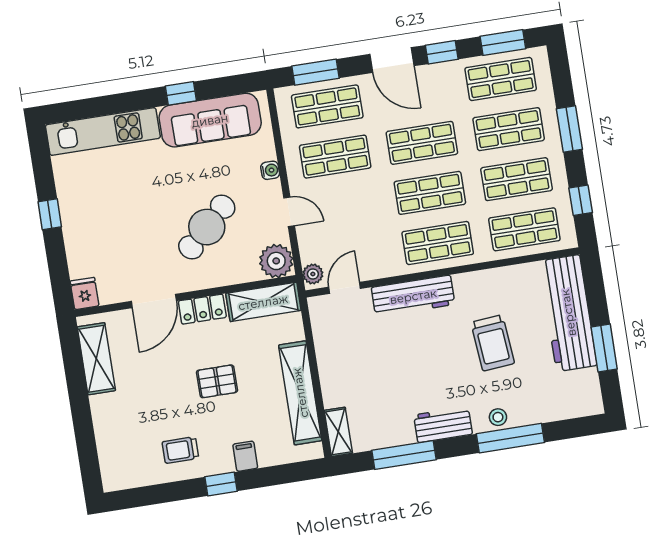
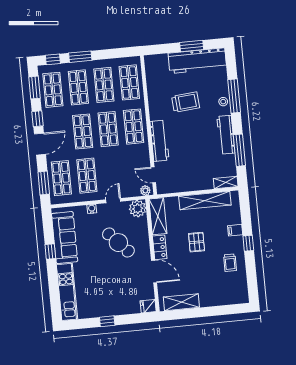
window: (581, 200) -> (53, 59), moved
workbench: (568, 313) -> (197, 61), moved
workbench: (443, 425) -> (226, 135), width x1.38

